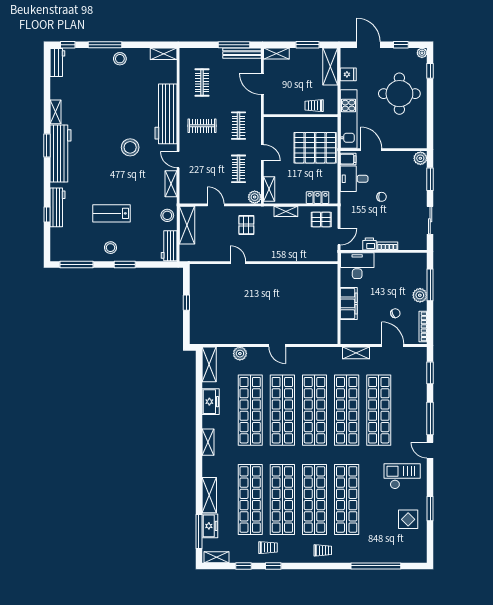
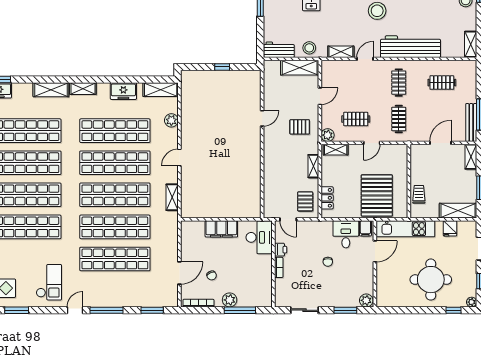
clothes rail: (239, 126) -> (399, 119), turned 90
shelving: (356, 353) -> (172, 197), moved
shelving: (209, 495) -> (51, 90), moved

